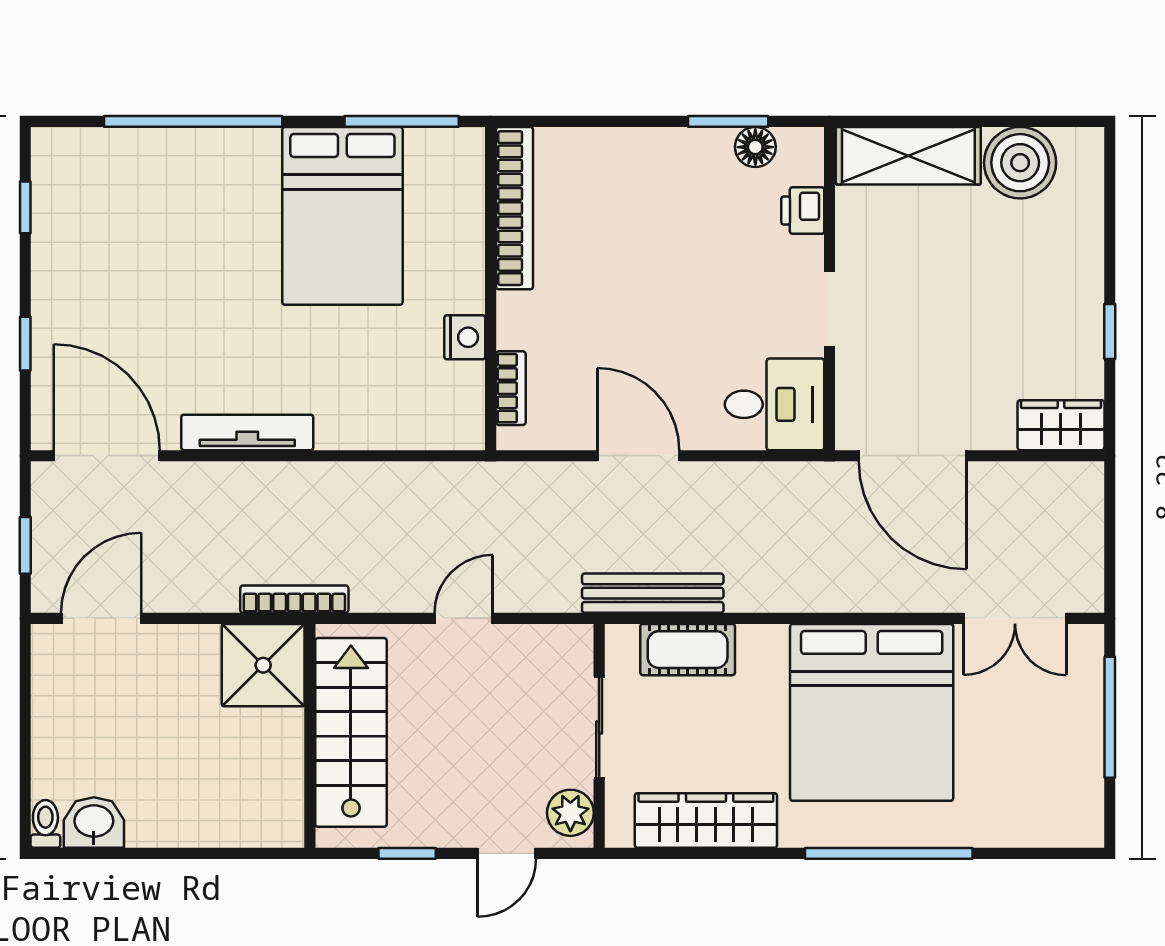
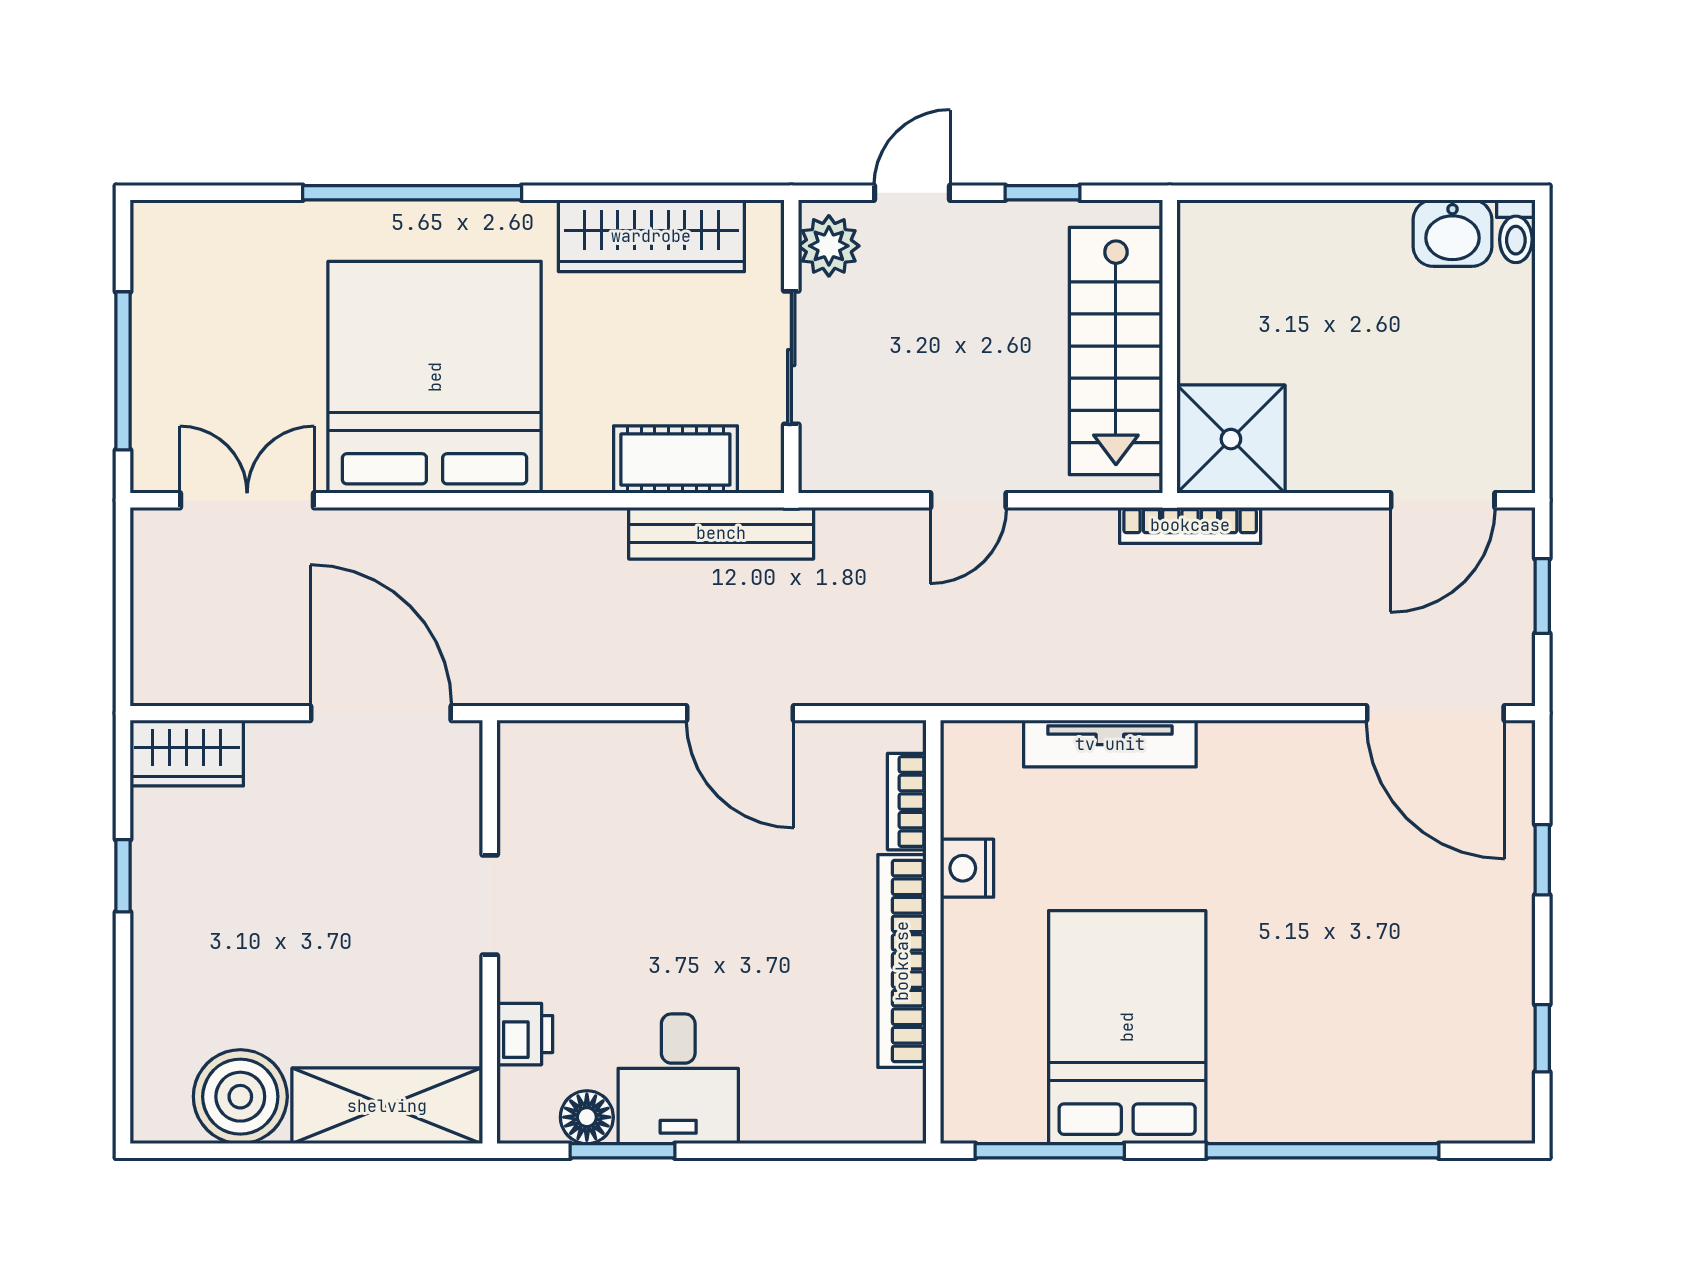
bookcase: (515, 208) -> (902, 961), moved
desk: (775, 404) -> (678, 1079), moved, turned -90
tv unit: (247, 432) -> (1110, 744), moved

